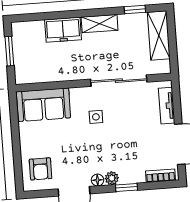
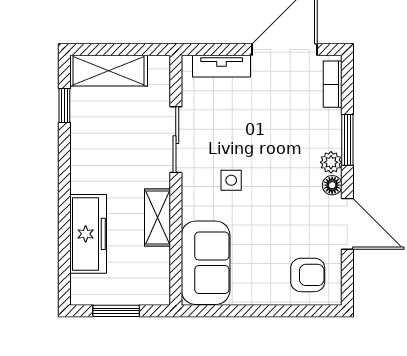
shelving: (100, 24) -> (158, 217), moved
freezer: (63, 30) -> (88, 234), width x1.40
sliding door: (119, 81) -> (176, 140), width x0.73
window: (126, 187) -> (347, 140), width x1.50

